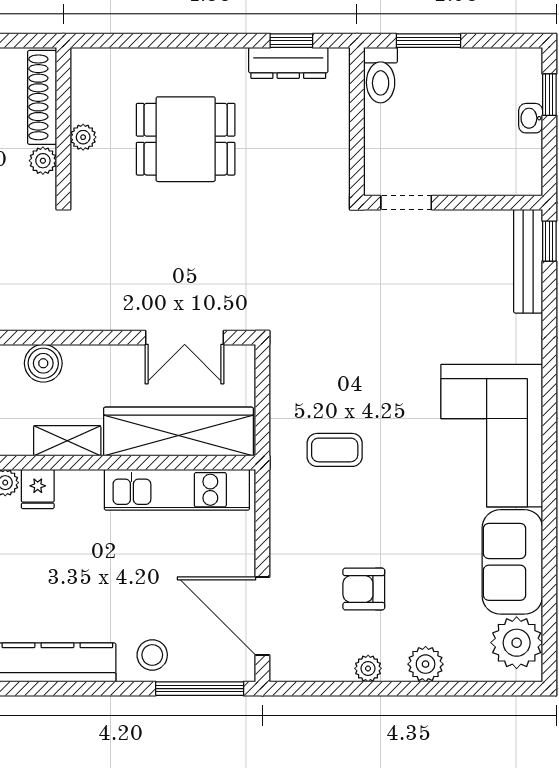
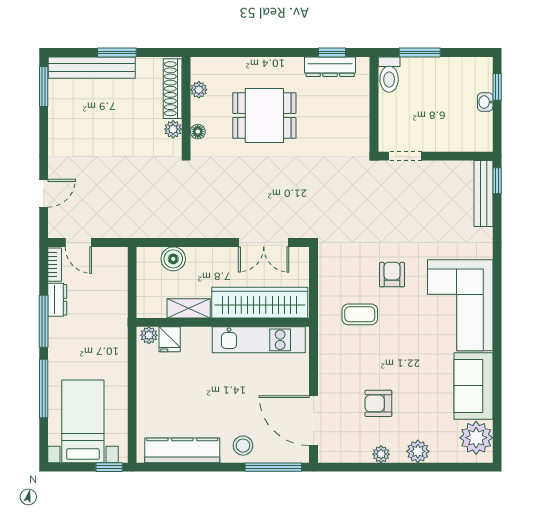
plant: (83, 137) -> (199, 90), moved
floor lamp: (82, 164) -> (198, 132), added
armchair: (385, 388) -> (392, 275), added

